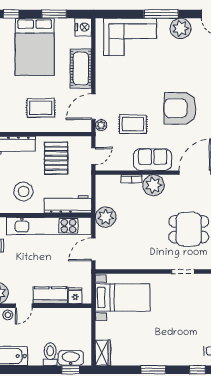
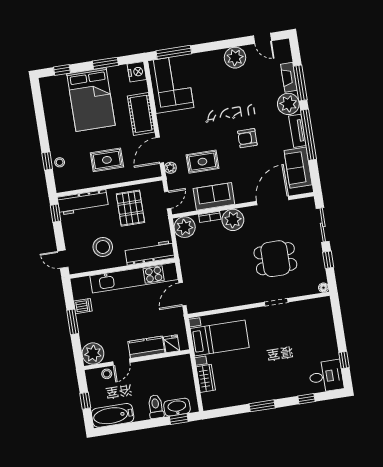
window: (161, 14) -> (174, 52), moved
corner sofa: (130, 37) -> (171, 84), moved, turned -90
armchair: (180, 108) -> (247, 138), width x0.53, depth x0.53
sofa: (153, 160) -> (214, 196), moved
plant: (106, 217) -> (185, 227), moved
wardrobe: (103, 353) -> (206, 378), moved

